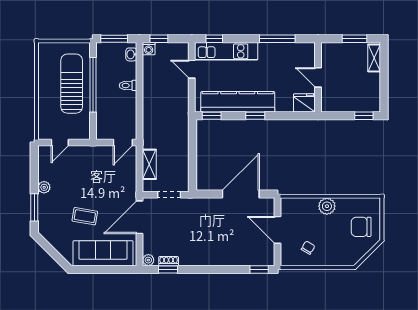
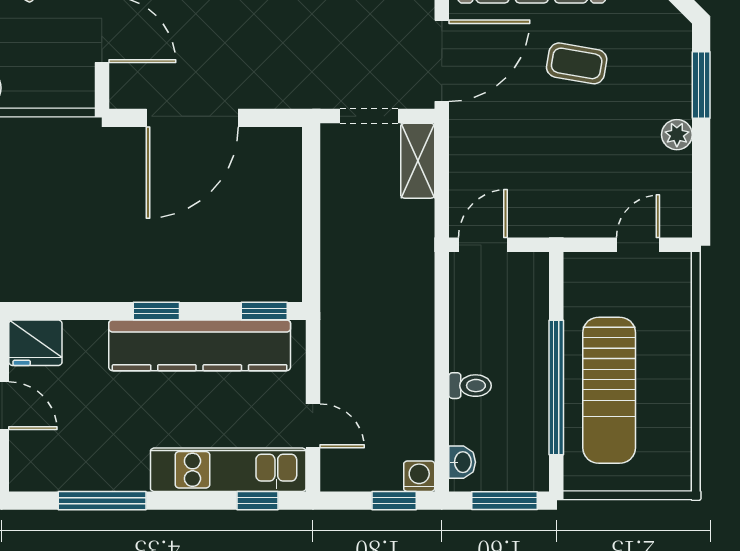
shelving: (149, 164) -> (418, 161), moved

